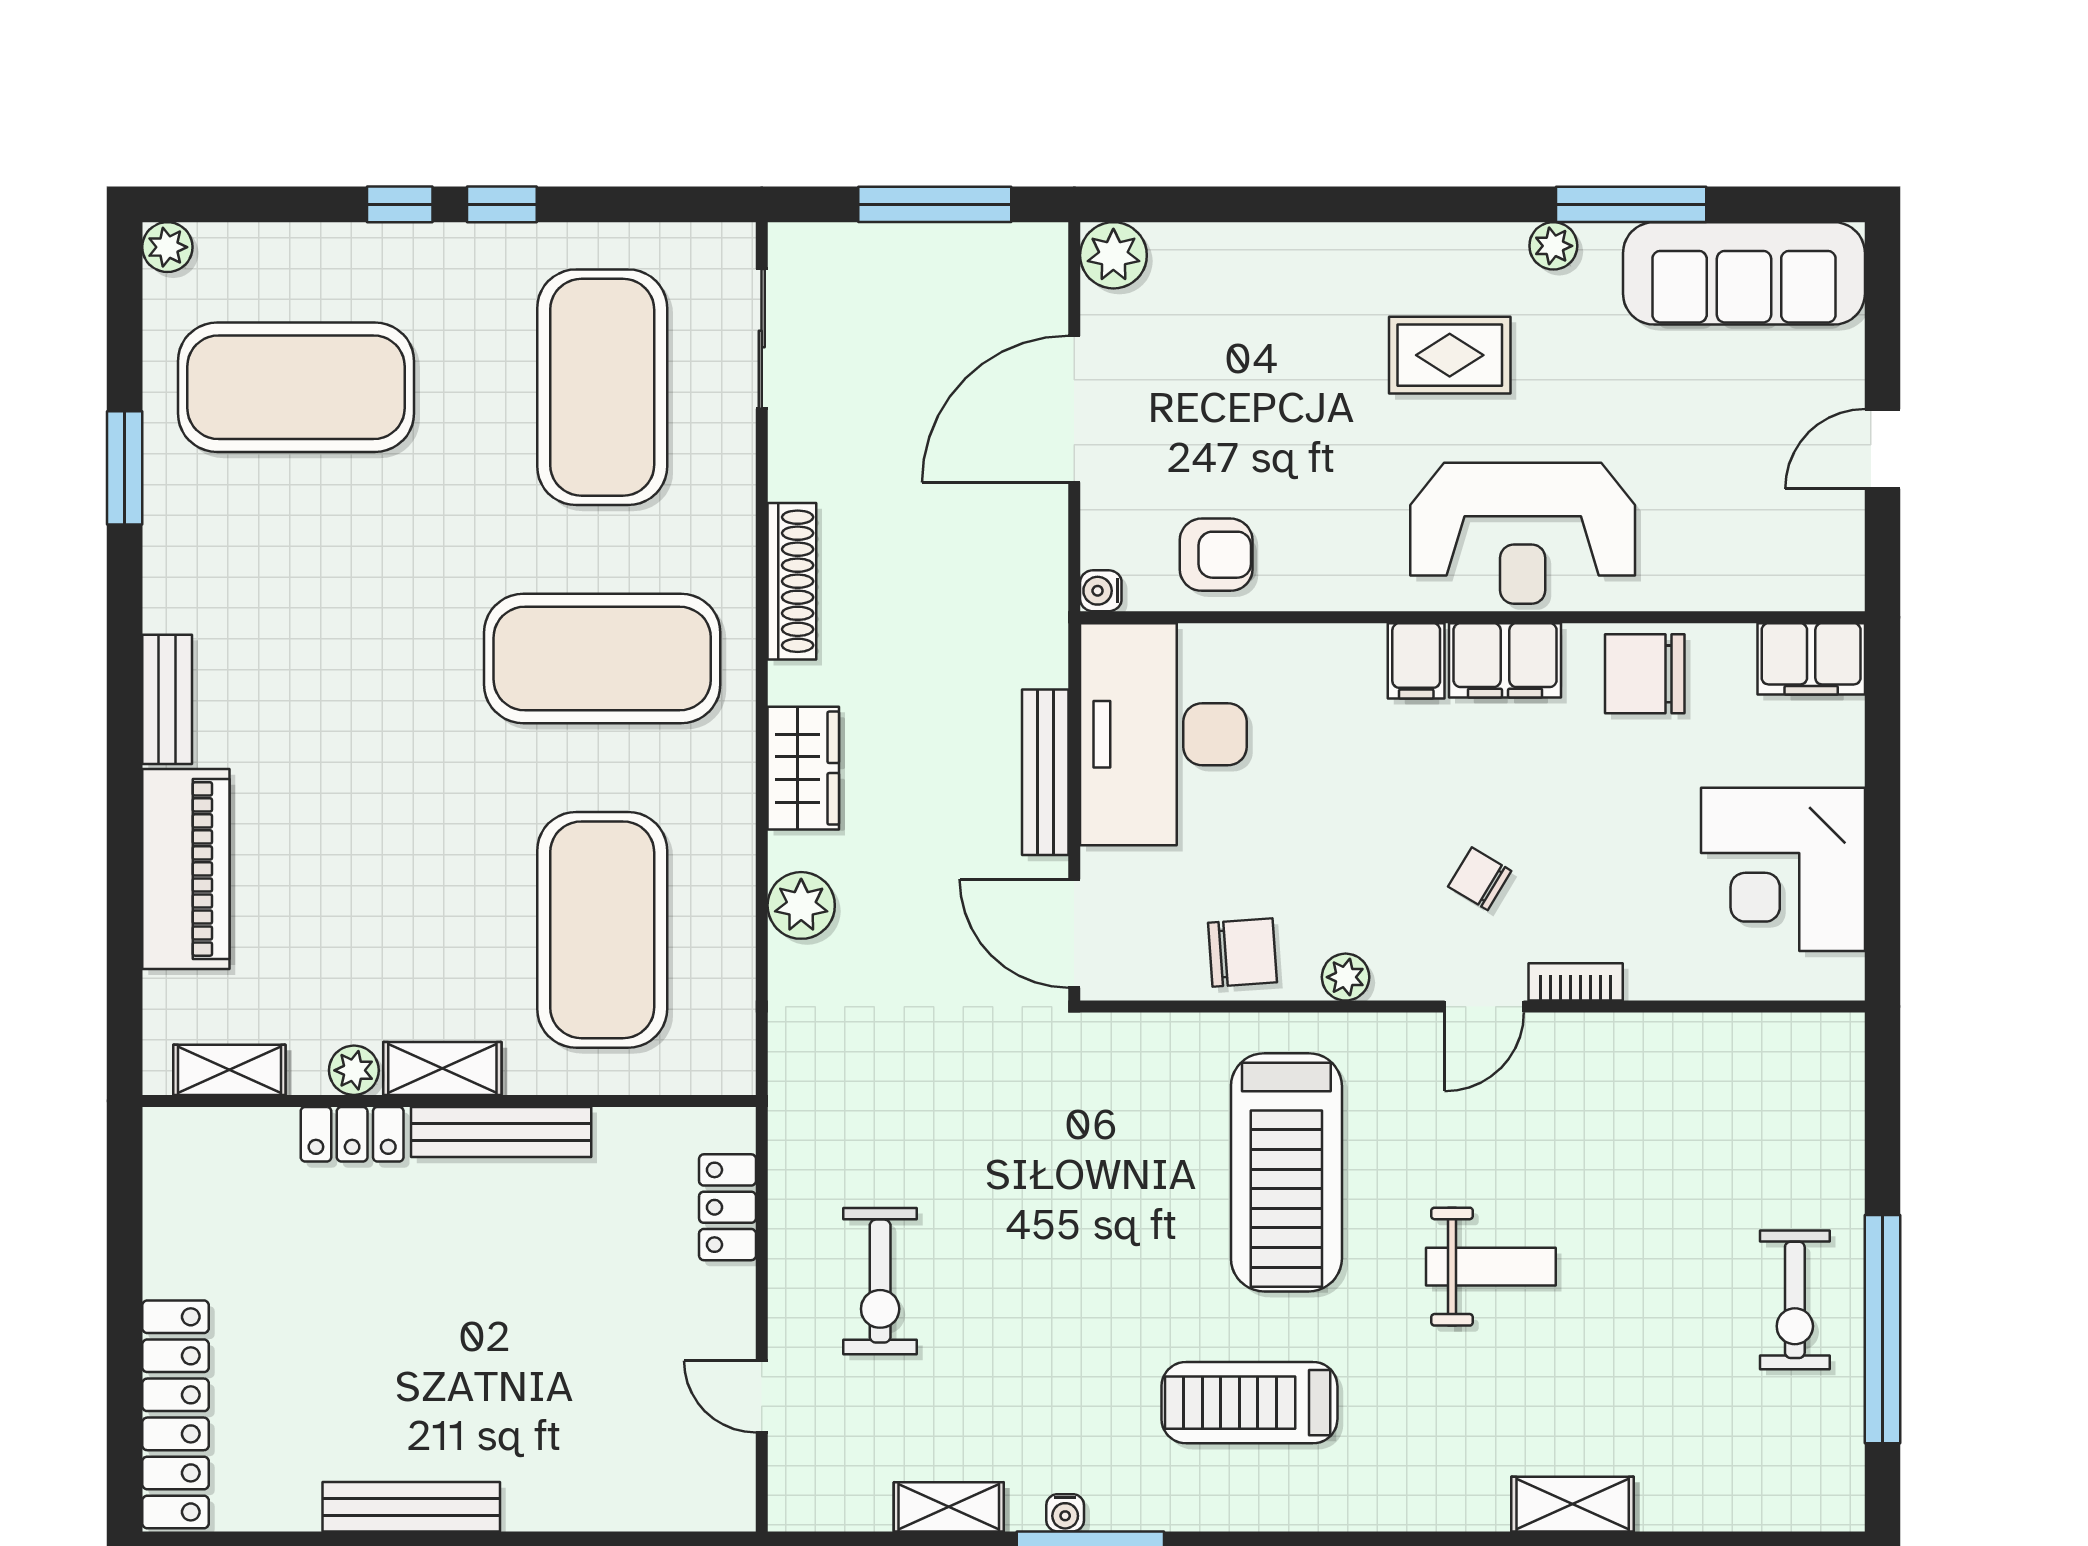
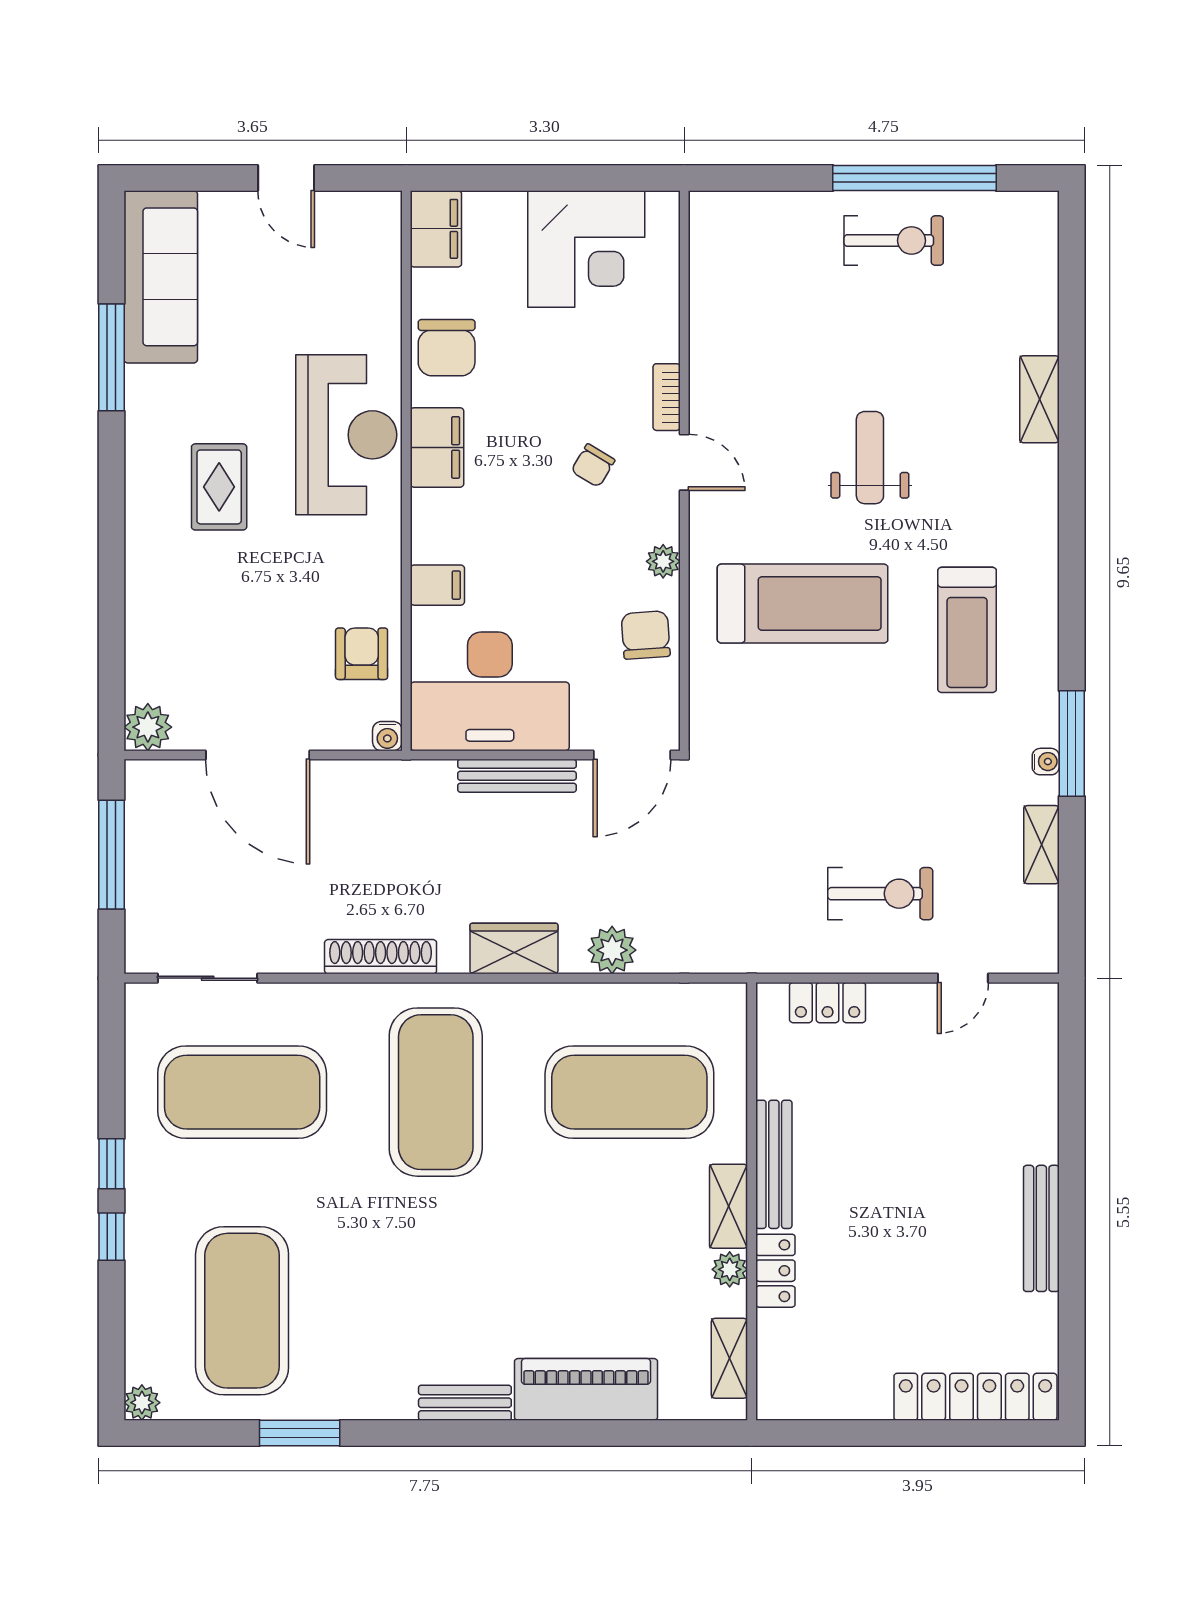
plant: (1553, 246) -> (141, 413), removed
filing cabinet: (1416, 661) -> (437, 585), moved

